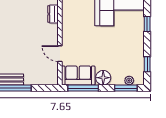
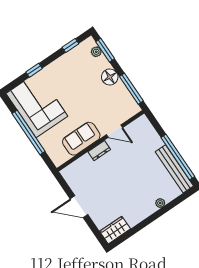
dresser: (53, 14) -> (99, 151), moved
door: (60, 54) -> (115, 131), hinge flipped
sofa: (78, 76) -> (81, 139), moved, turned 90

